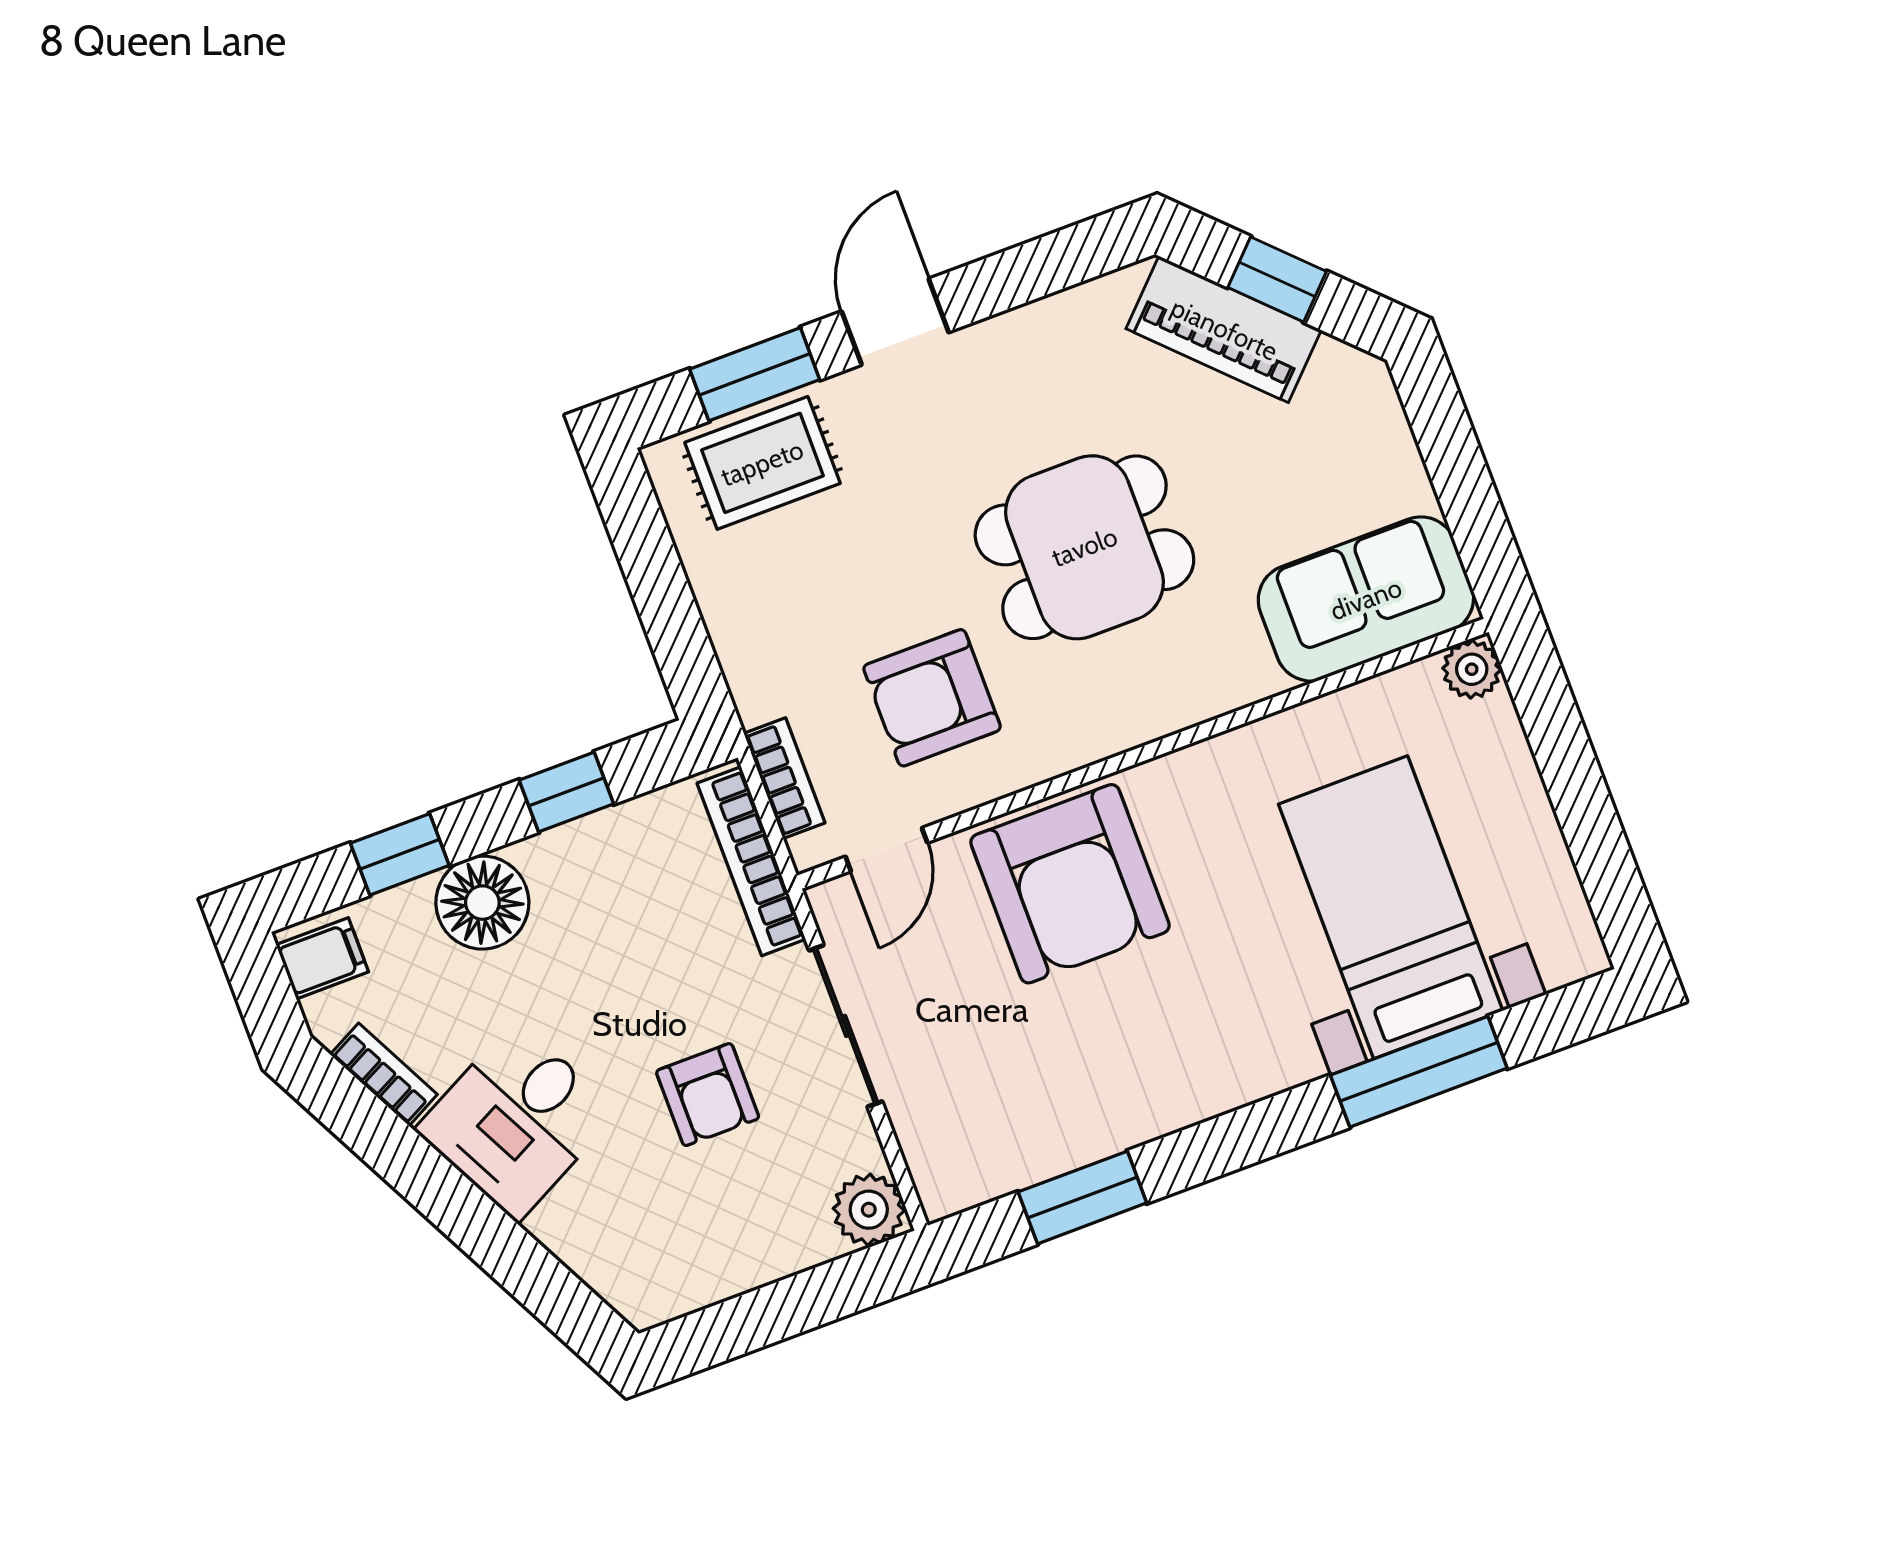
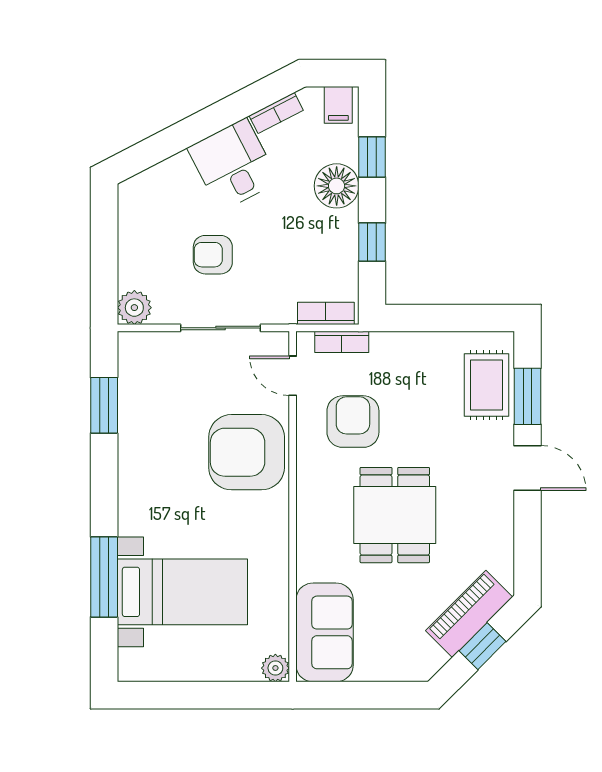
bookcase: (751, 861) -> (326, 313), width x0.64

